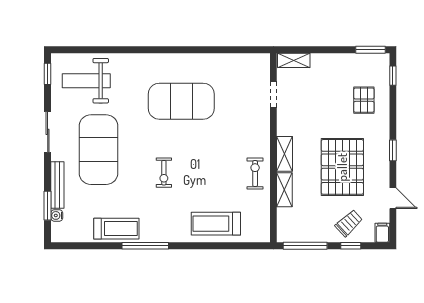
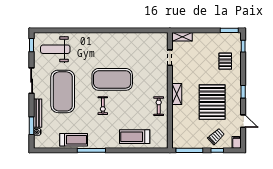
exercise mat: (181, 101) -> (112, 79), moved
shelving: (284, 190) -> (177, 116), removed

